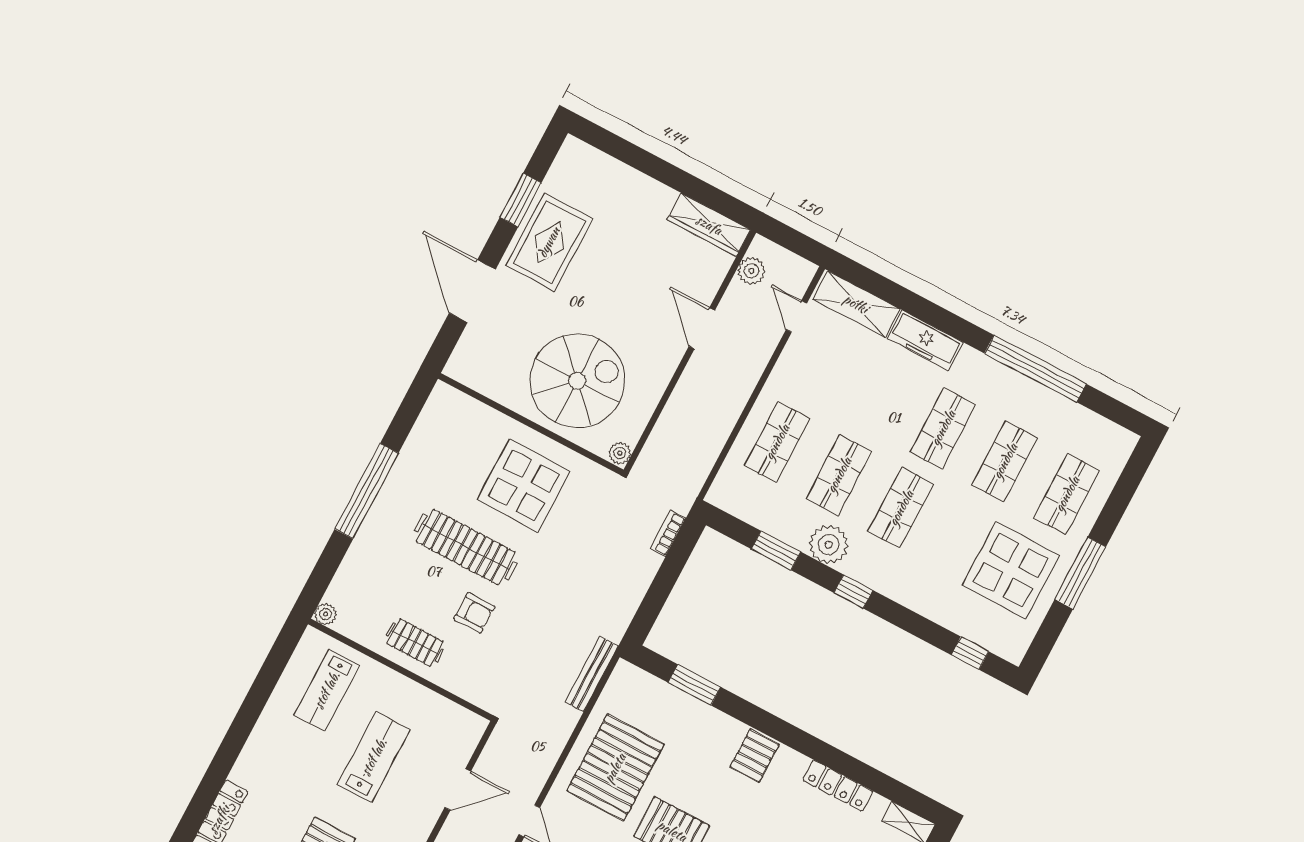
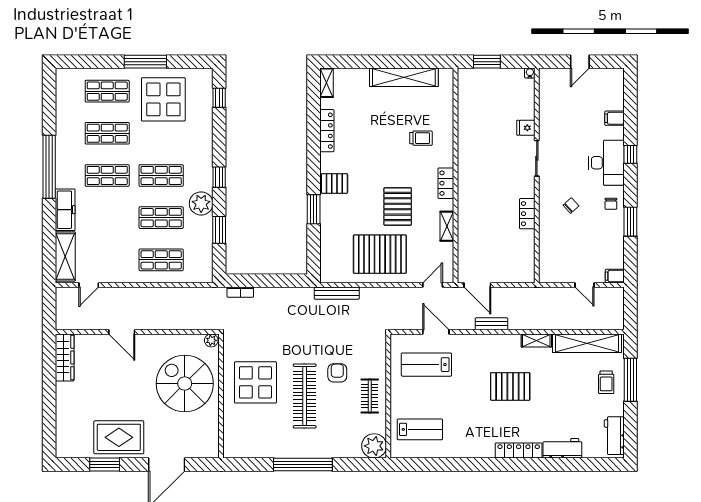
plant: (751, 271) -> (77, 322), removed
door: (702, 328) -> (122, 332), hinge flipped
window: (1035, 369) -> (49, 167), moved
plant: (325, 614) -> (374, 446), width x1.87, depth x1.87
window: (694, 685) -> (314, 209), moved
lab bench: (374, 757) -> (426, 365), moved

